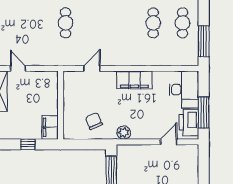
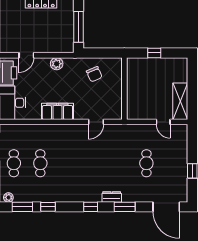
cafe table: (66, 23) -> (146, 163), moved
filing cabinet: (50, 127) -> (134, 68), removed
plant: (124, 133) -> (57, 64), moved

